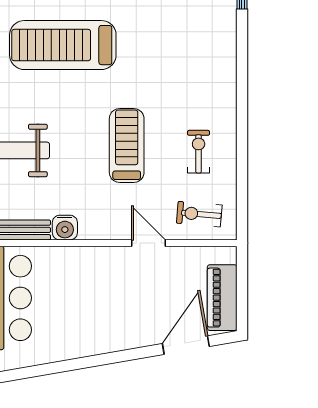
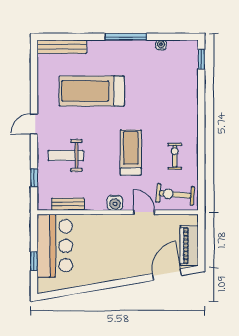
exercise bike: (199, 214) -> (175, 194), width x1.38, depth x1.39
water cooler: (65, 228) -> (115, 203), moved

